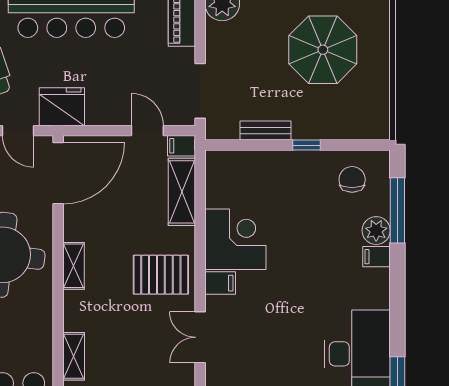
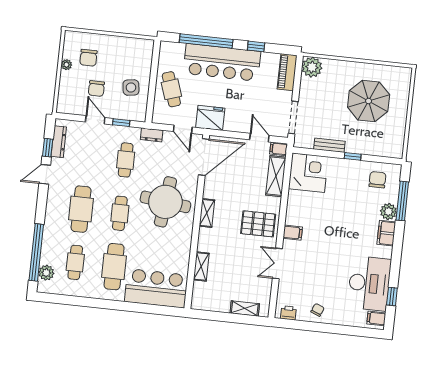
corner desk: (235, 239) -> (308, 173), moved
filing cabinet: (376, 257) -> (386, 233), width x2.00

